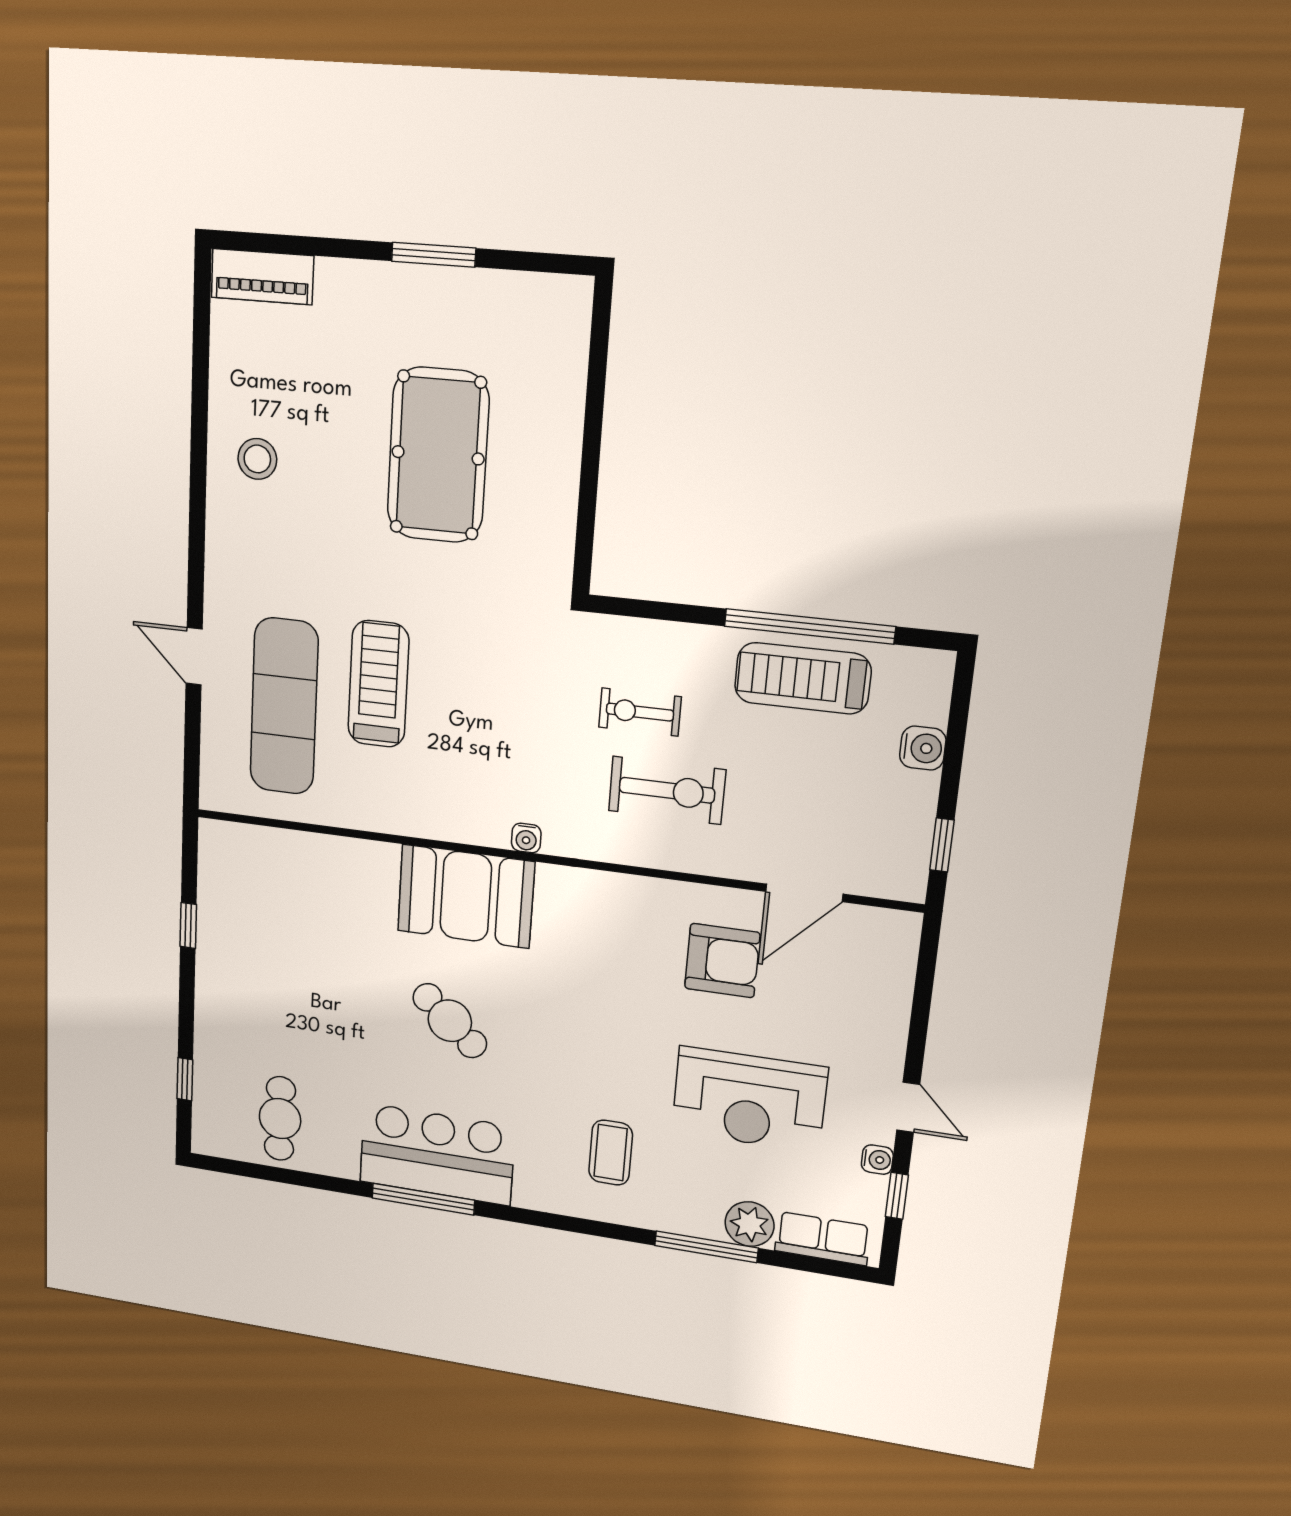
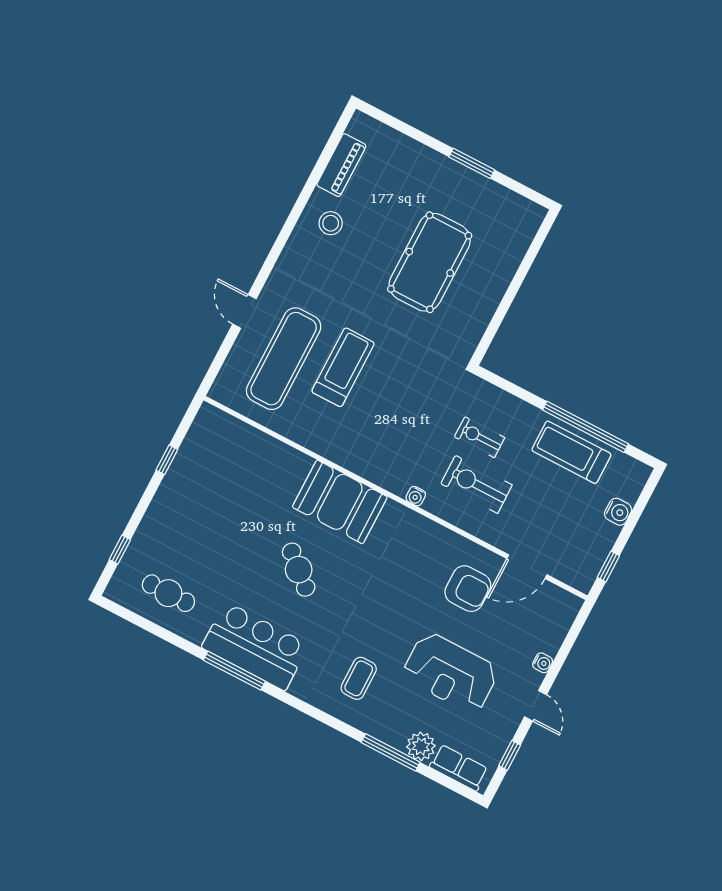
piano: (262, 277) -> (341, 165), moved, turned -90
exercise bike: (667, 790) -> (476, 484), turned 180
water cooler: (526, 838) -> (416, 496), moved
cafe table: (280, 1119) -> (168, 593), turned 90
water cooler: (877, 1160) -> (543, 663), moved

